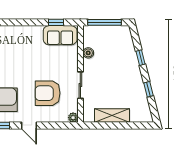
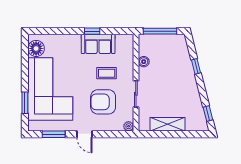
window: (56, 22) -> (92, 31), moved
sofa: (60, 35) -> (98, 44), moved
coffee table: (51, 65) -> (107, 73), added
window: (148, 89) -> (208, 114), moved

